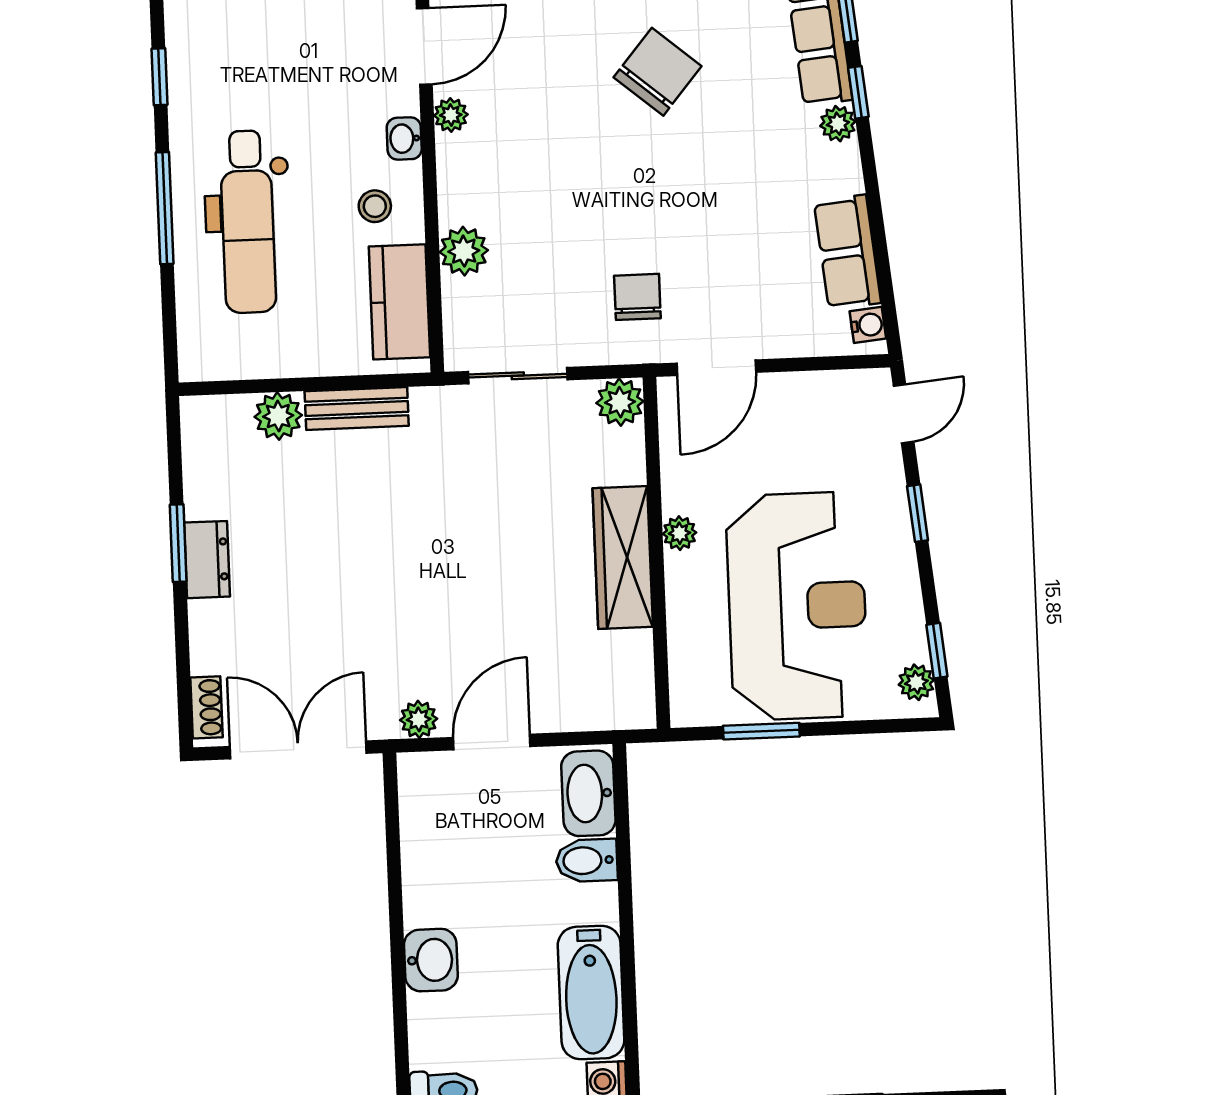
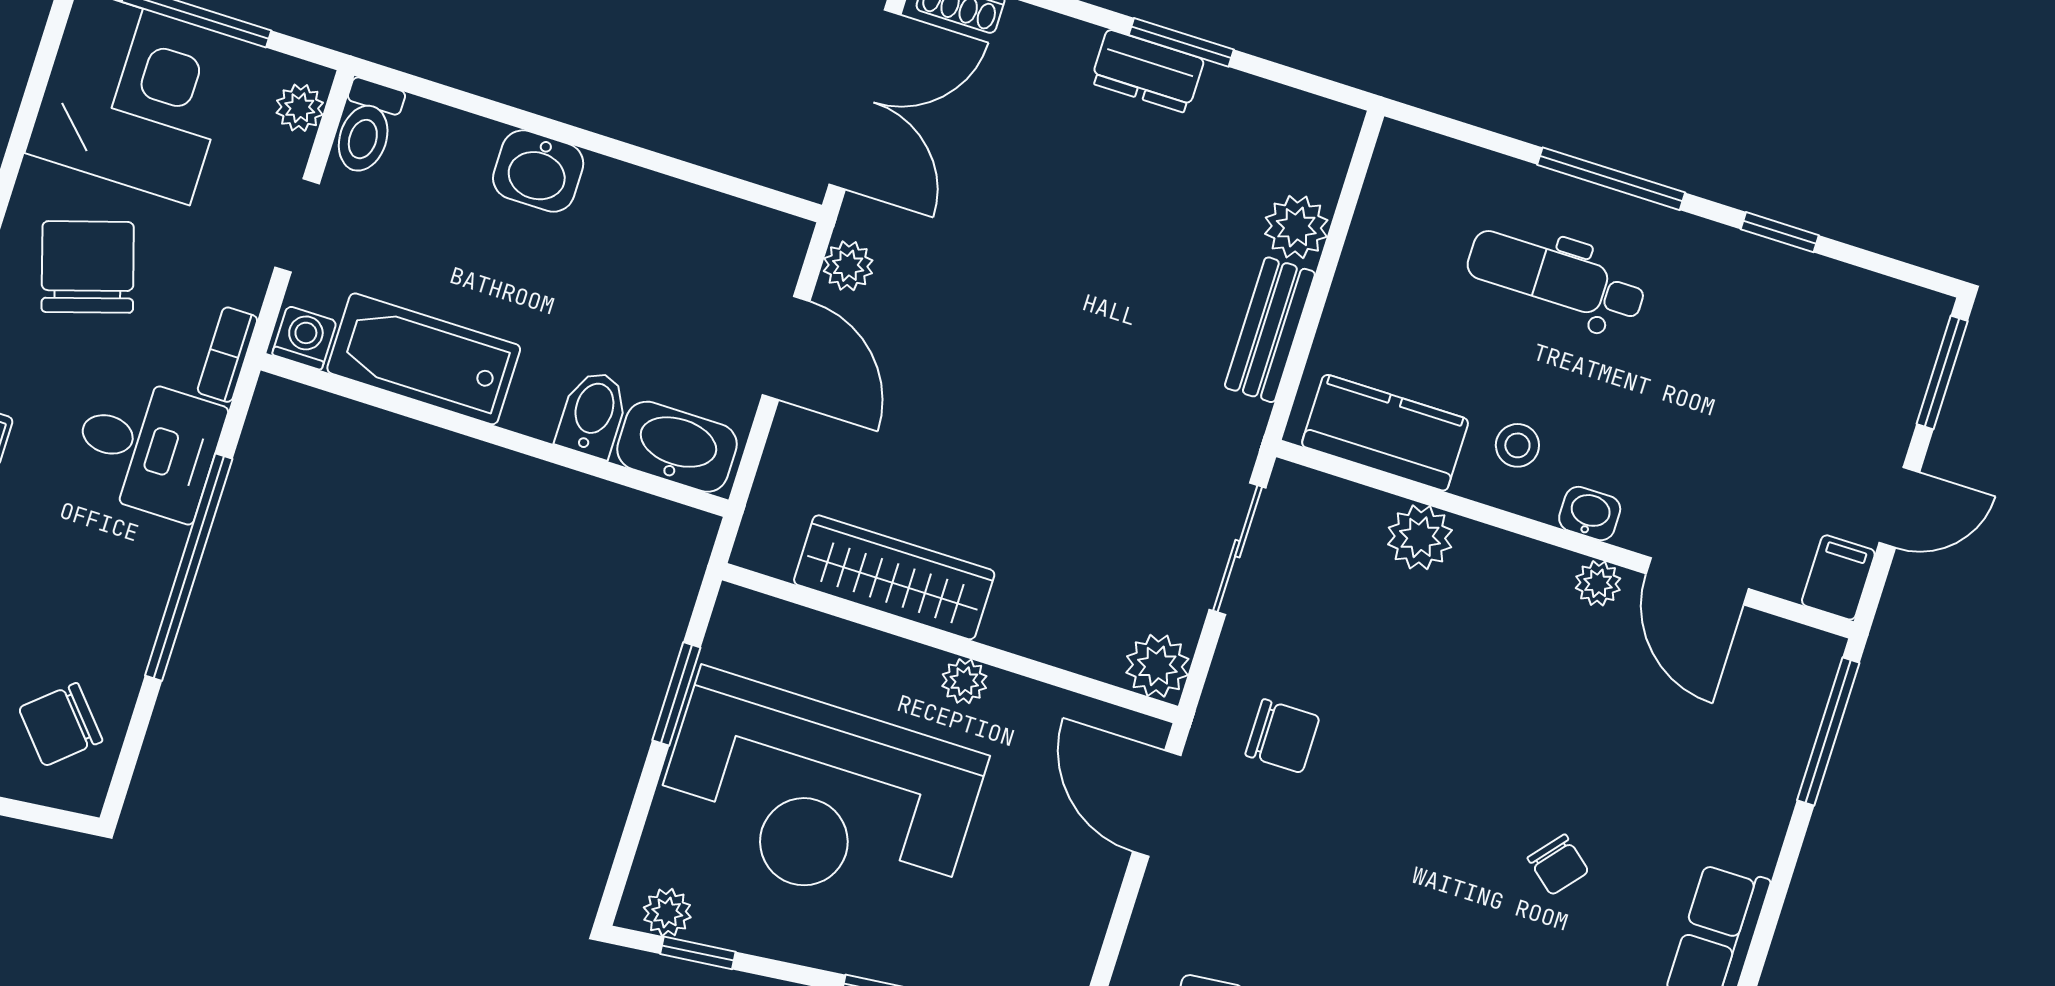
chair: (658, 72) -> (1558, 865), width x0.54, depth x0.54
dental chair: (248, 222) -> (1556, 278), width x0.73, depth x0.72
wardrobe: (623, 557) -> (894, 577), moved

